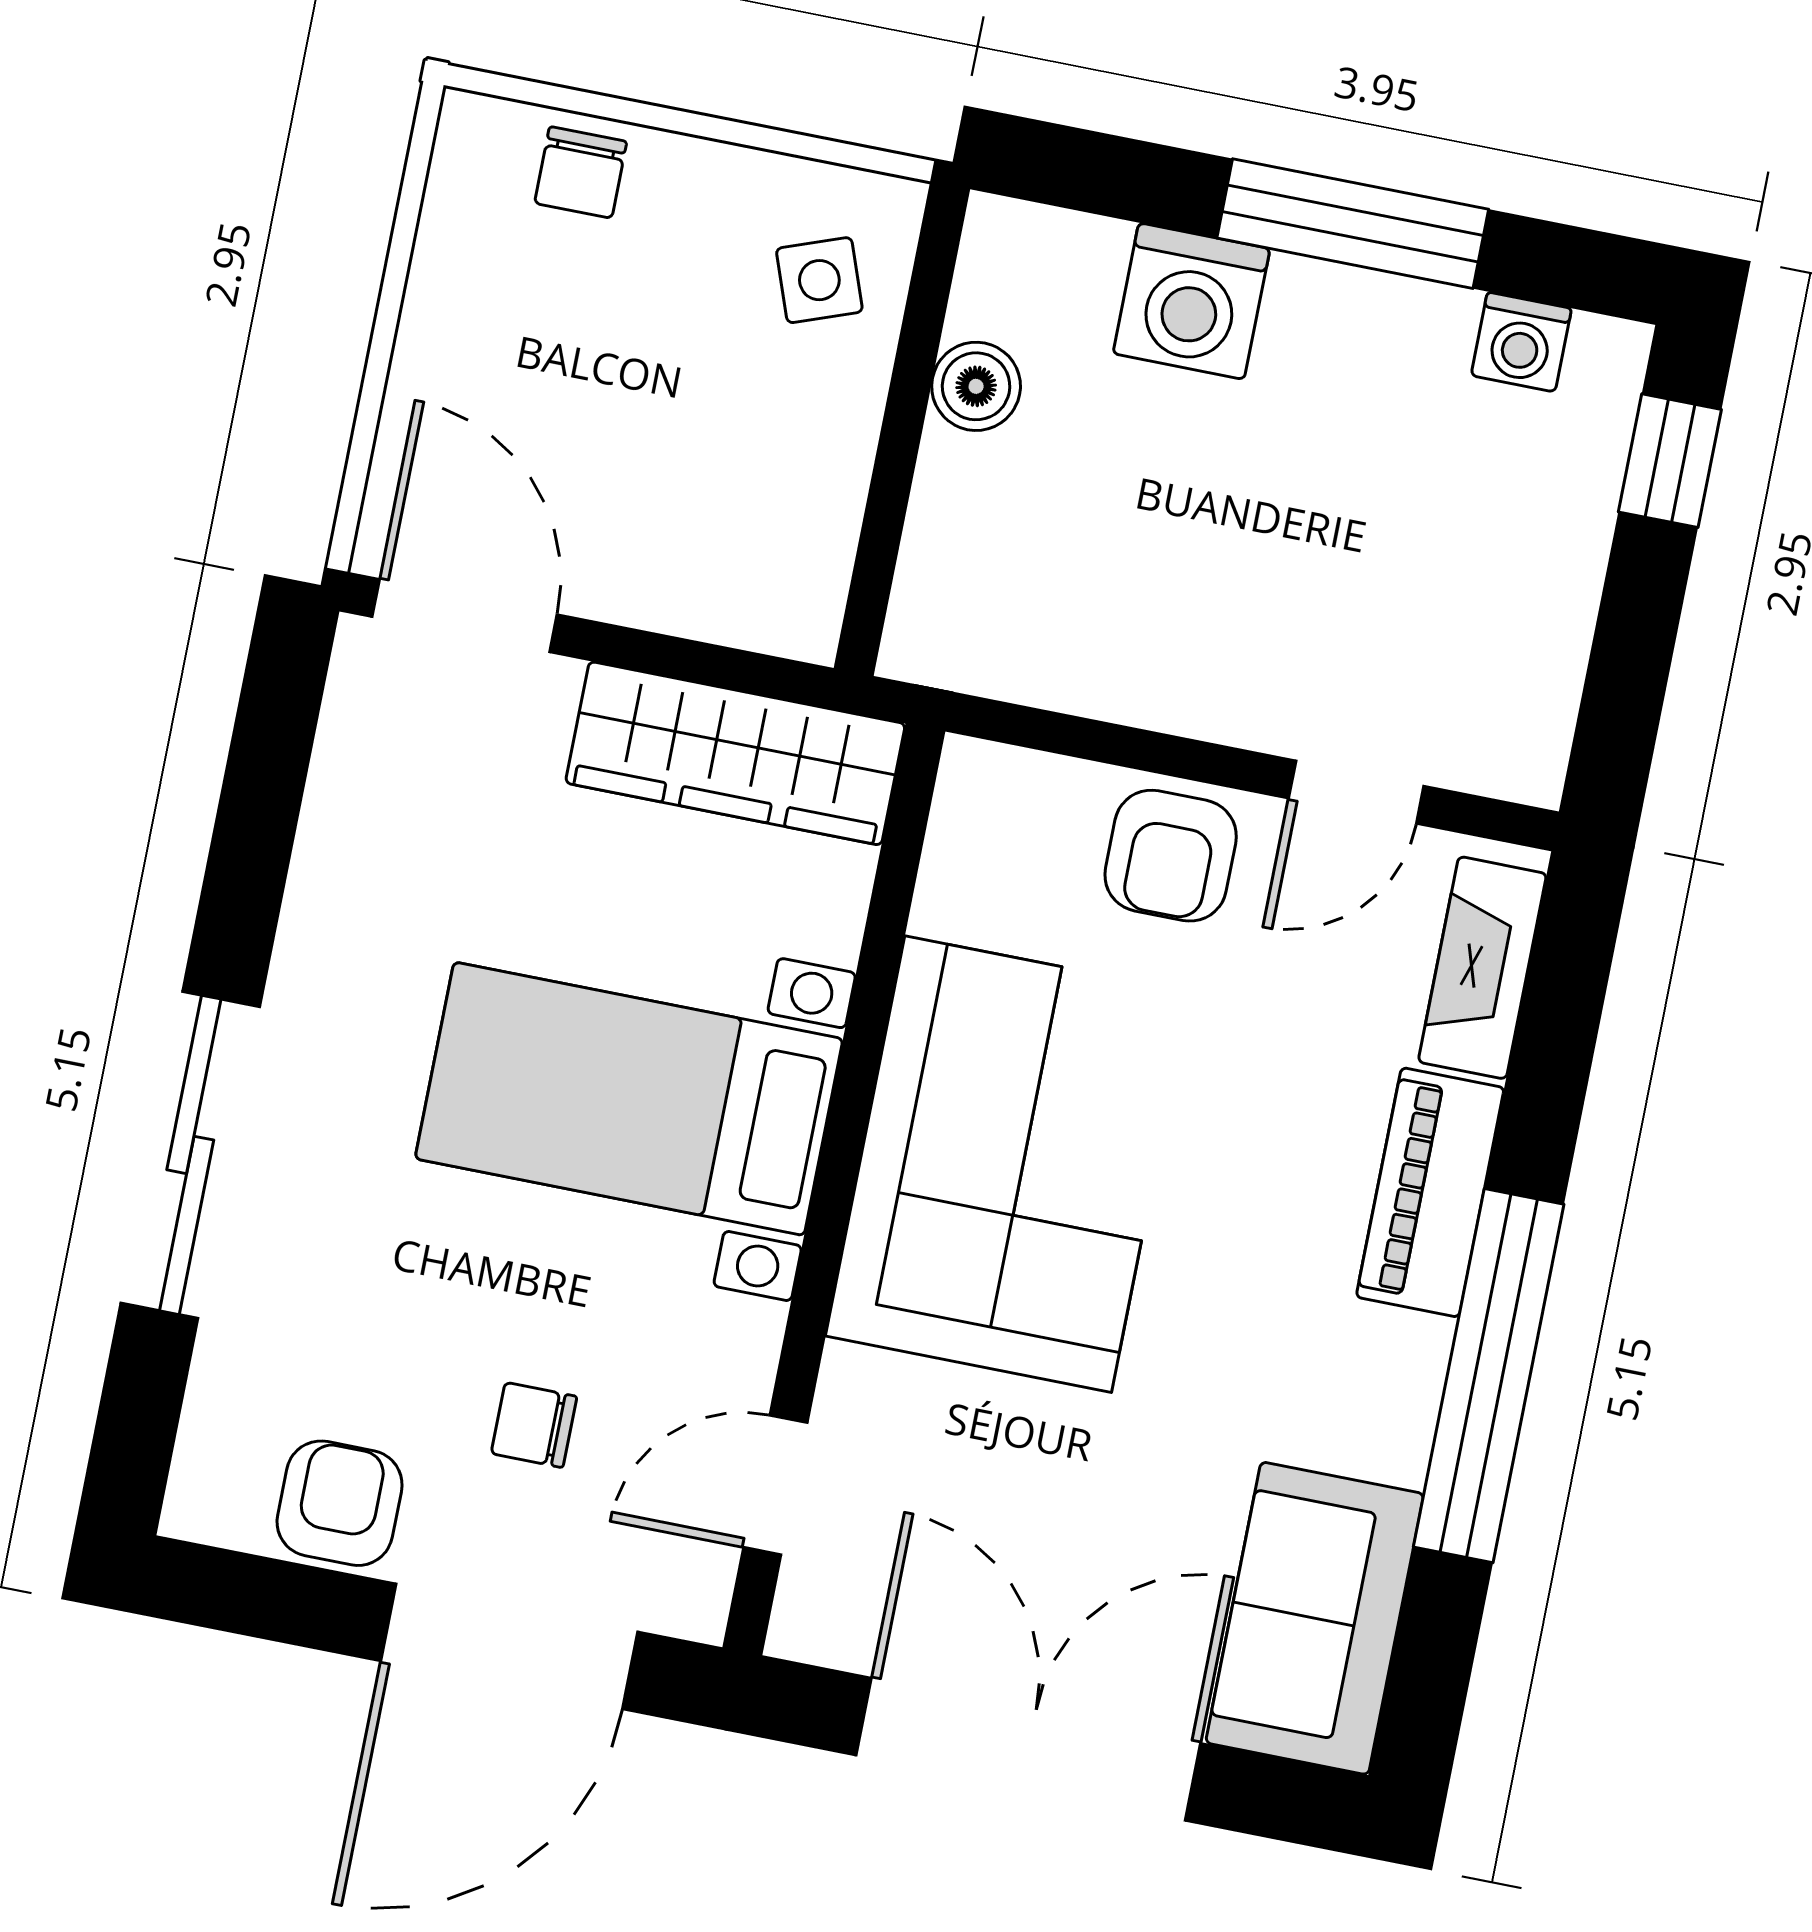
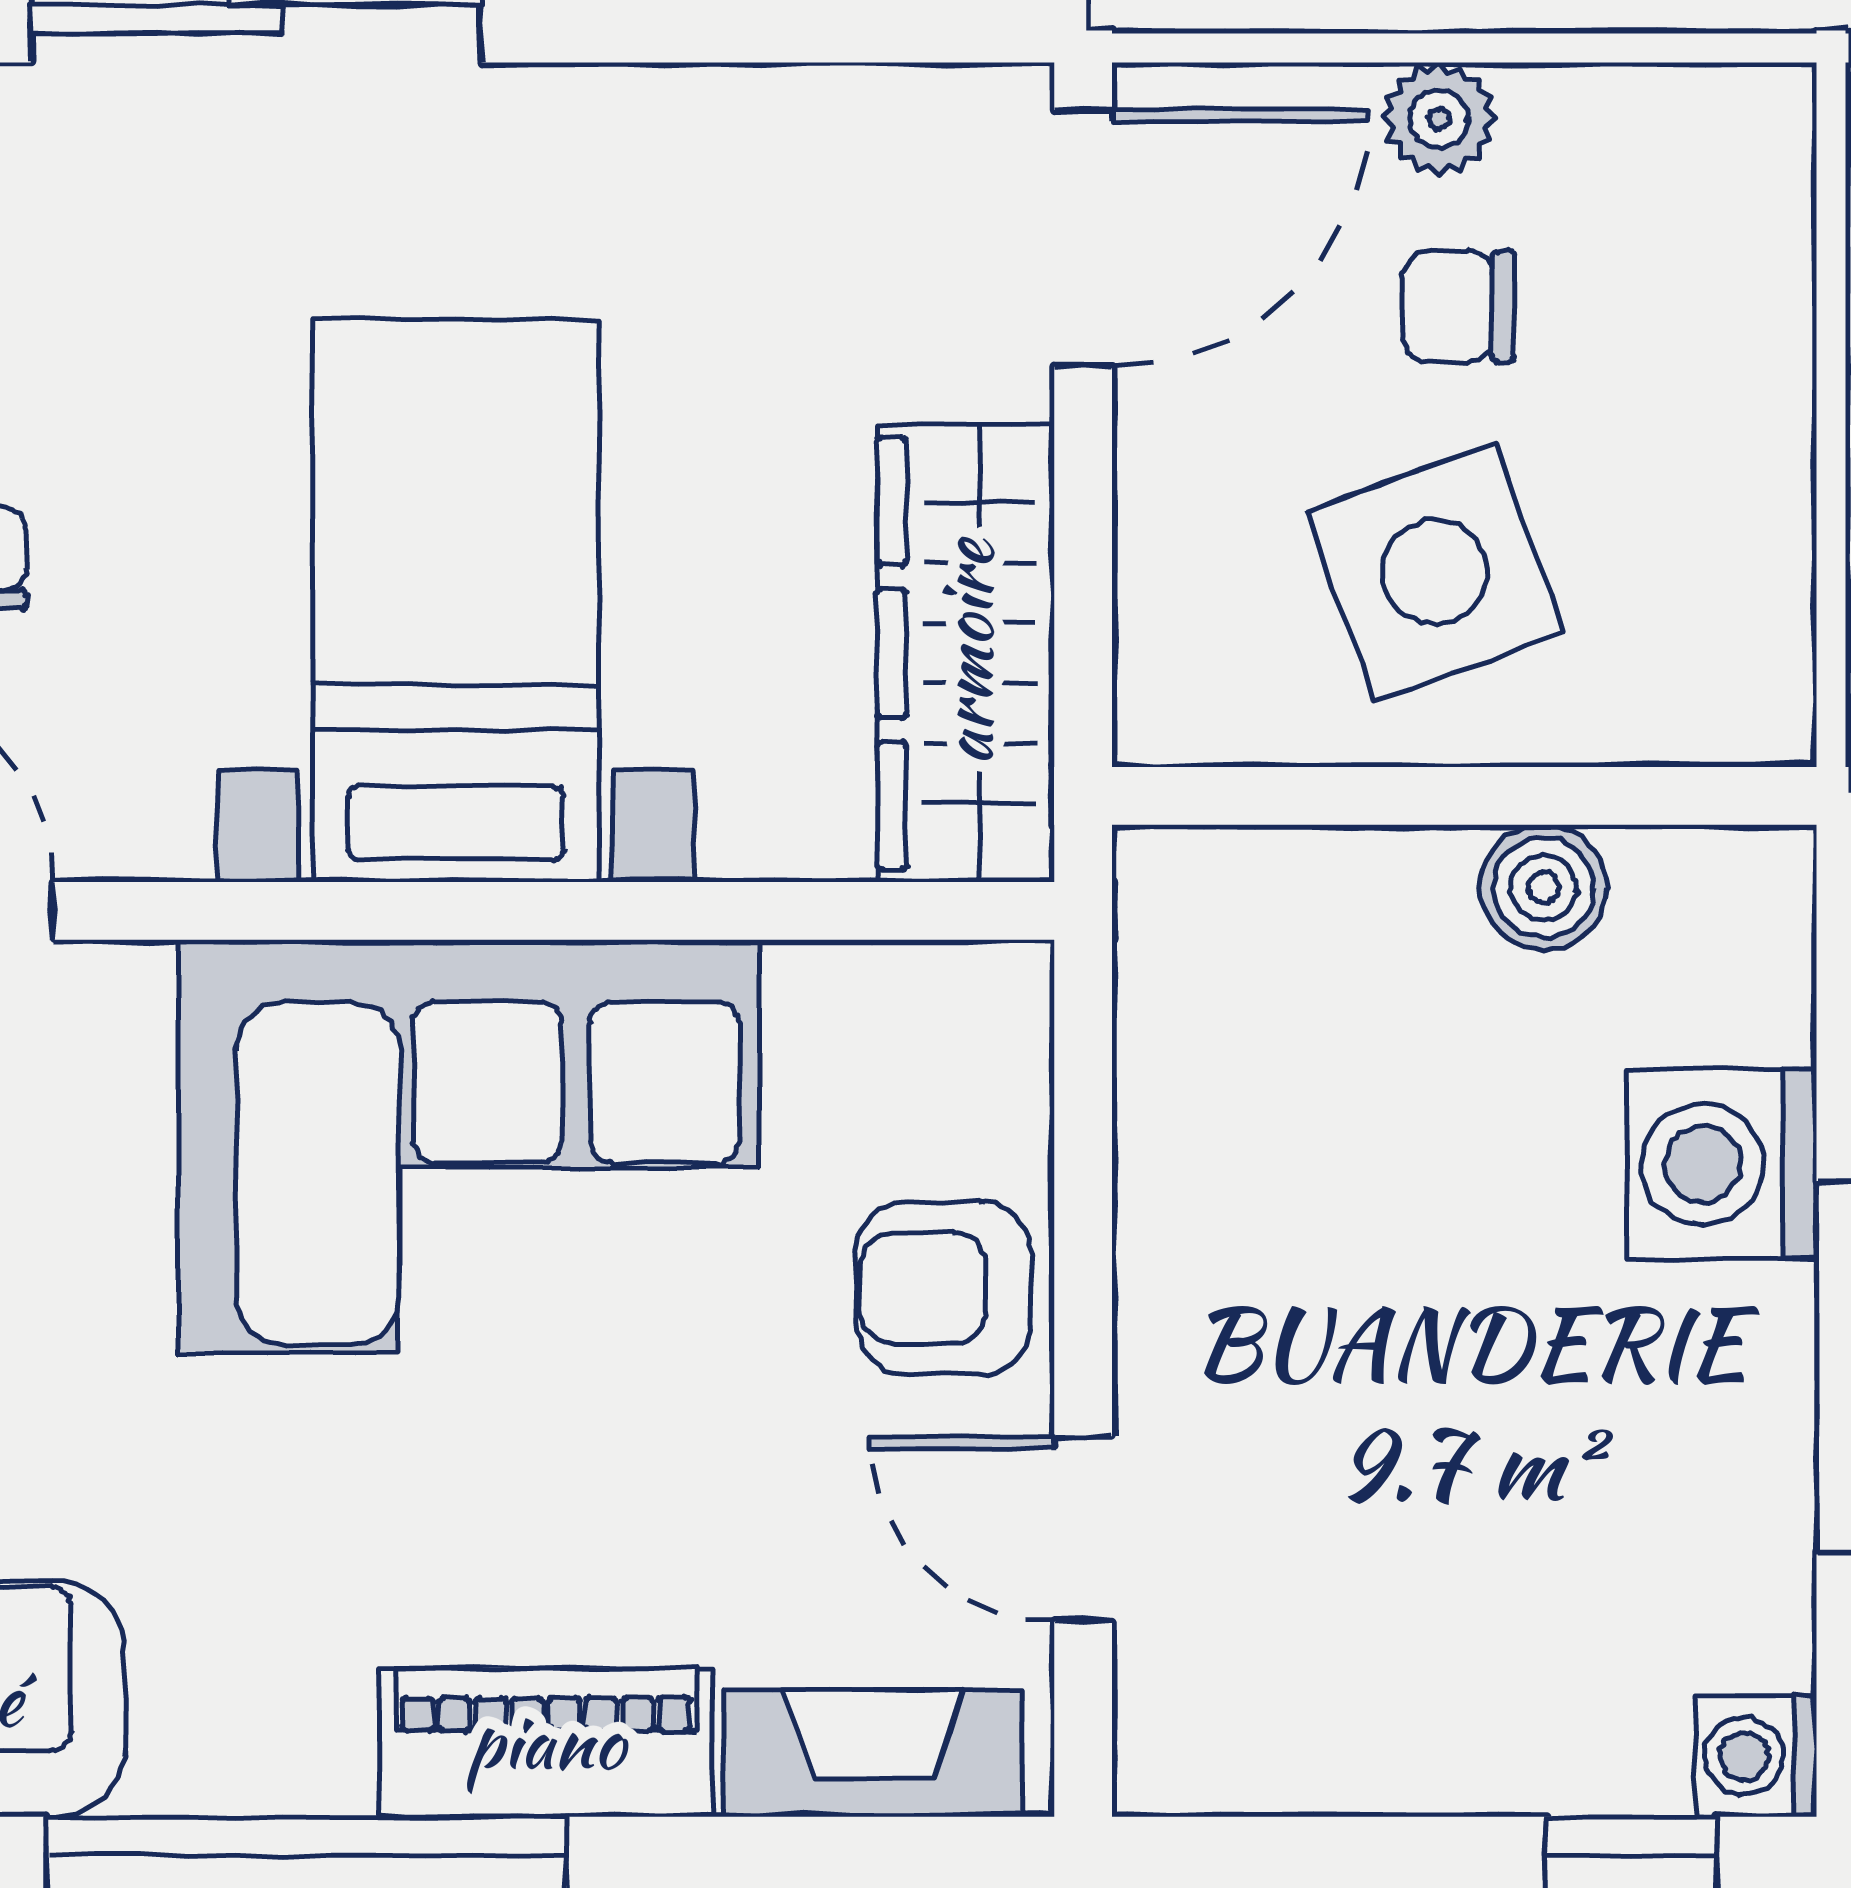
chair: (581, 172) -> (1459, 306), moved
side table: (819, 280) -> (1435, 572), moved, width x1.87, depth x1.87
washing machine: (1521, 342) -> (1756, 1756), moved
plant: (431, 353) -> (1439, 119), added

